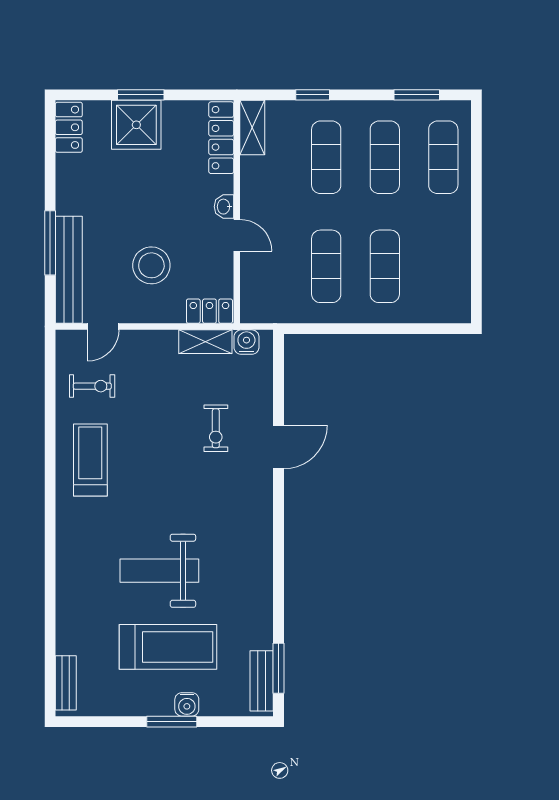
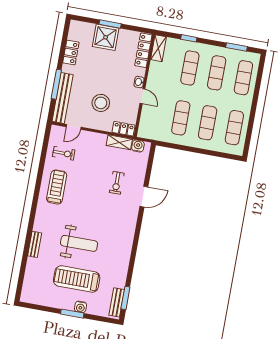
locker: (69, 127) -> (71, 53), moved
exercise mat: (443, 266) -> (234, 128), added
weight bench: (159, 571) -> (79, 243), turned 180
treadmill: (168, 647) -> (77, 279), turned 180
bench: (66, 683) -> (35, 244), moved

